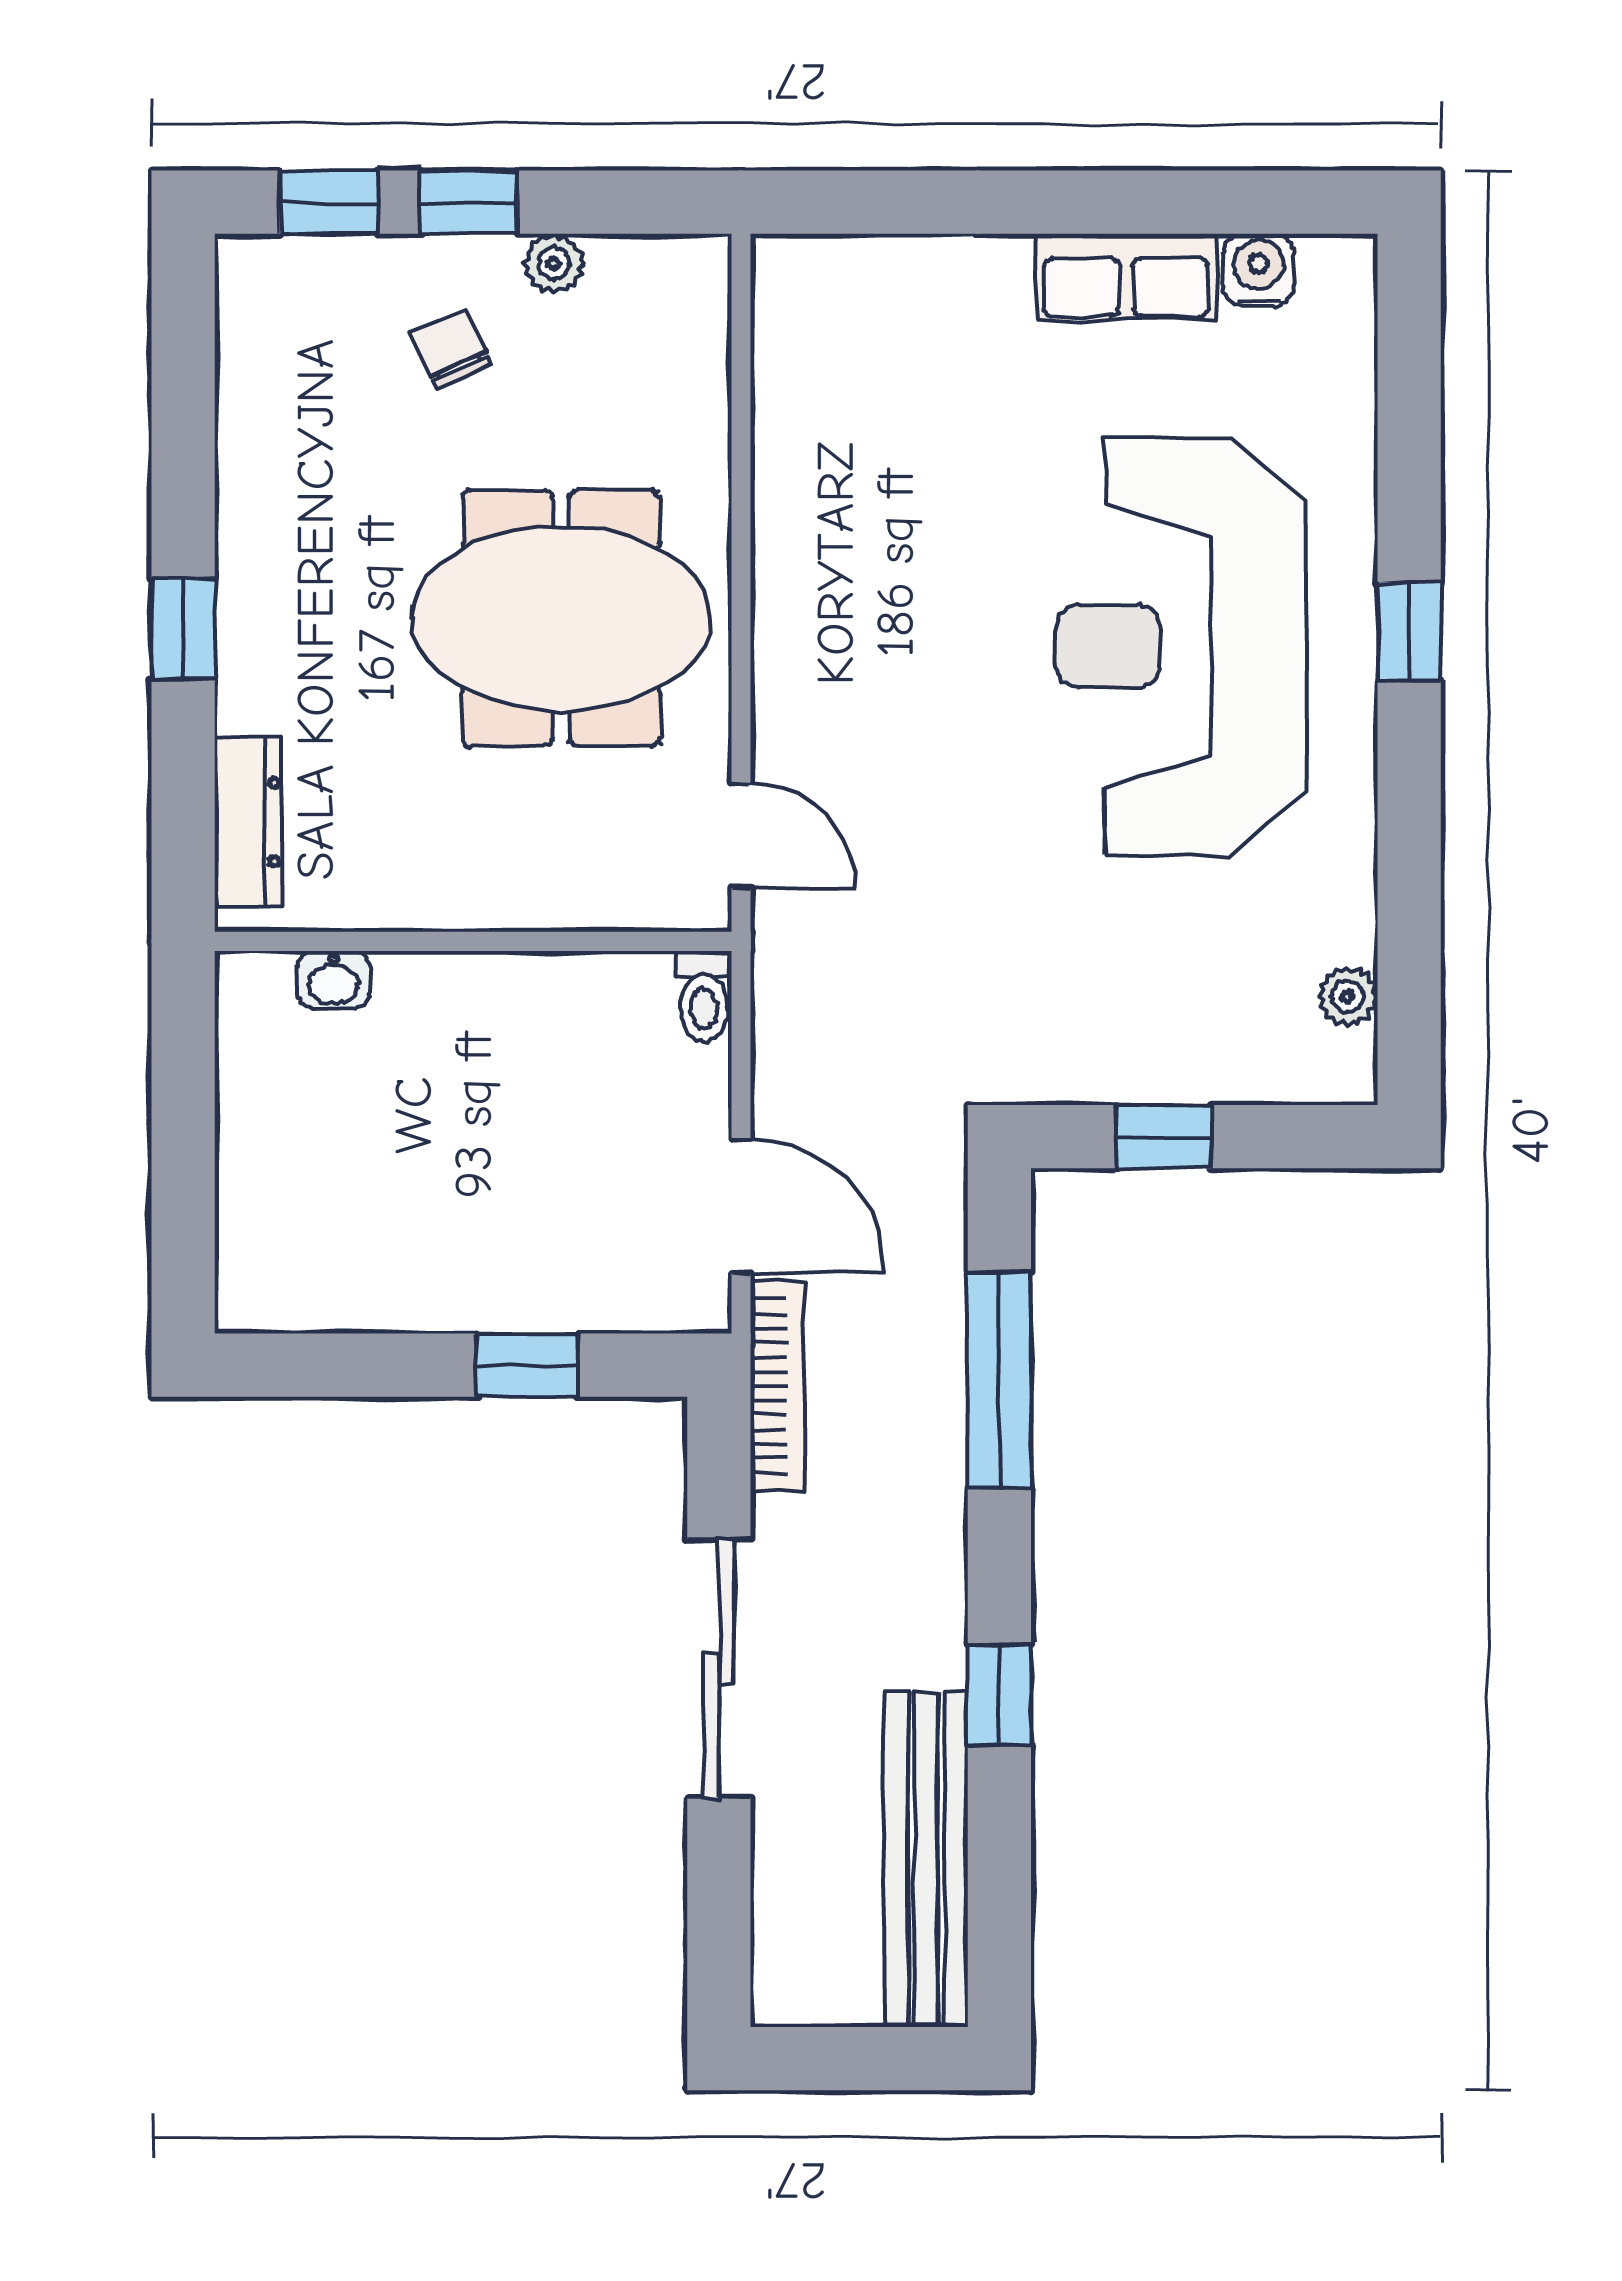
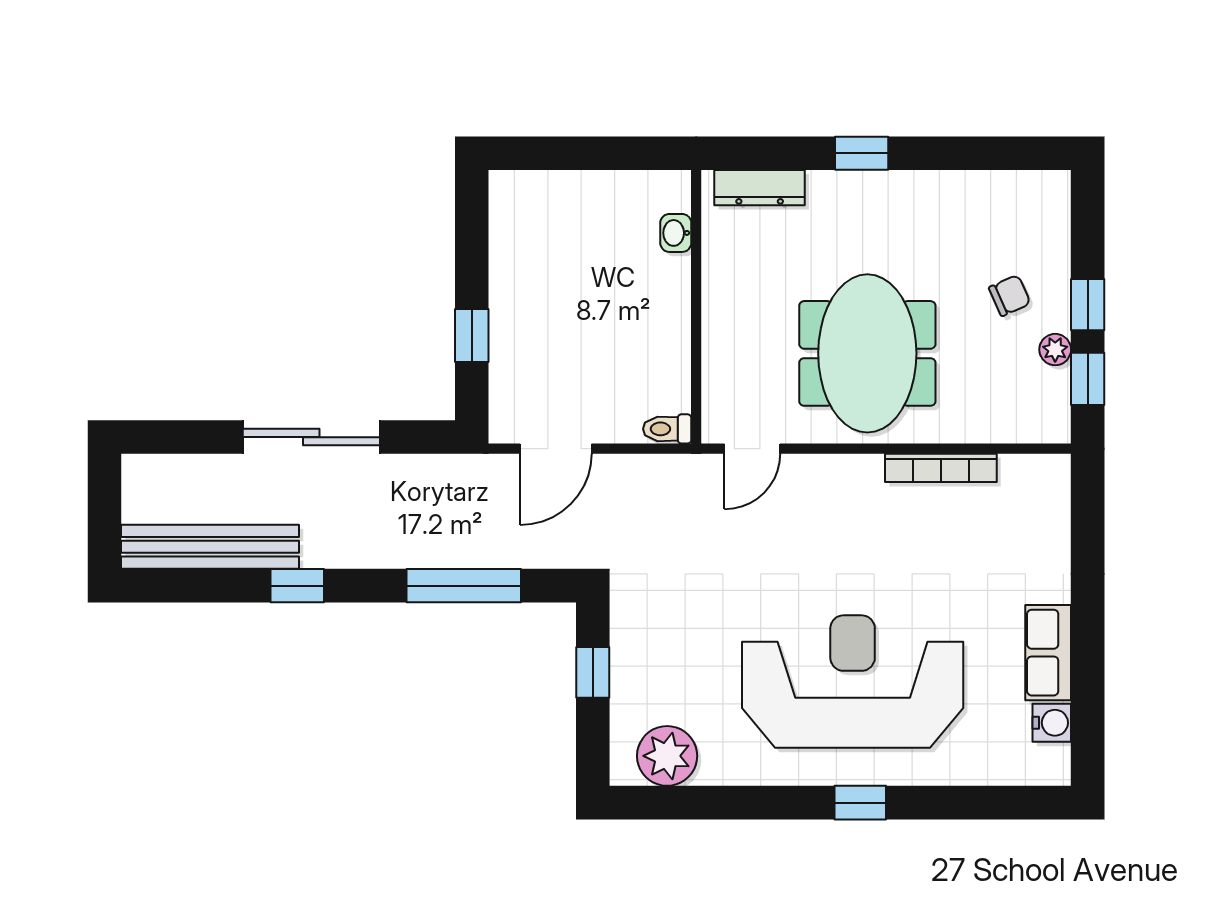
window: (329, 202) -> (1088, 379), moved
plant: (1347, 996) -> (667, 756), width x1.87, depth x1.87
bookcase: (777, 1386) -> (941, 468), moved

